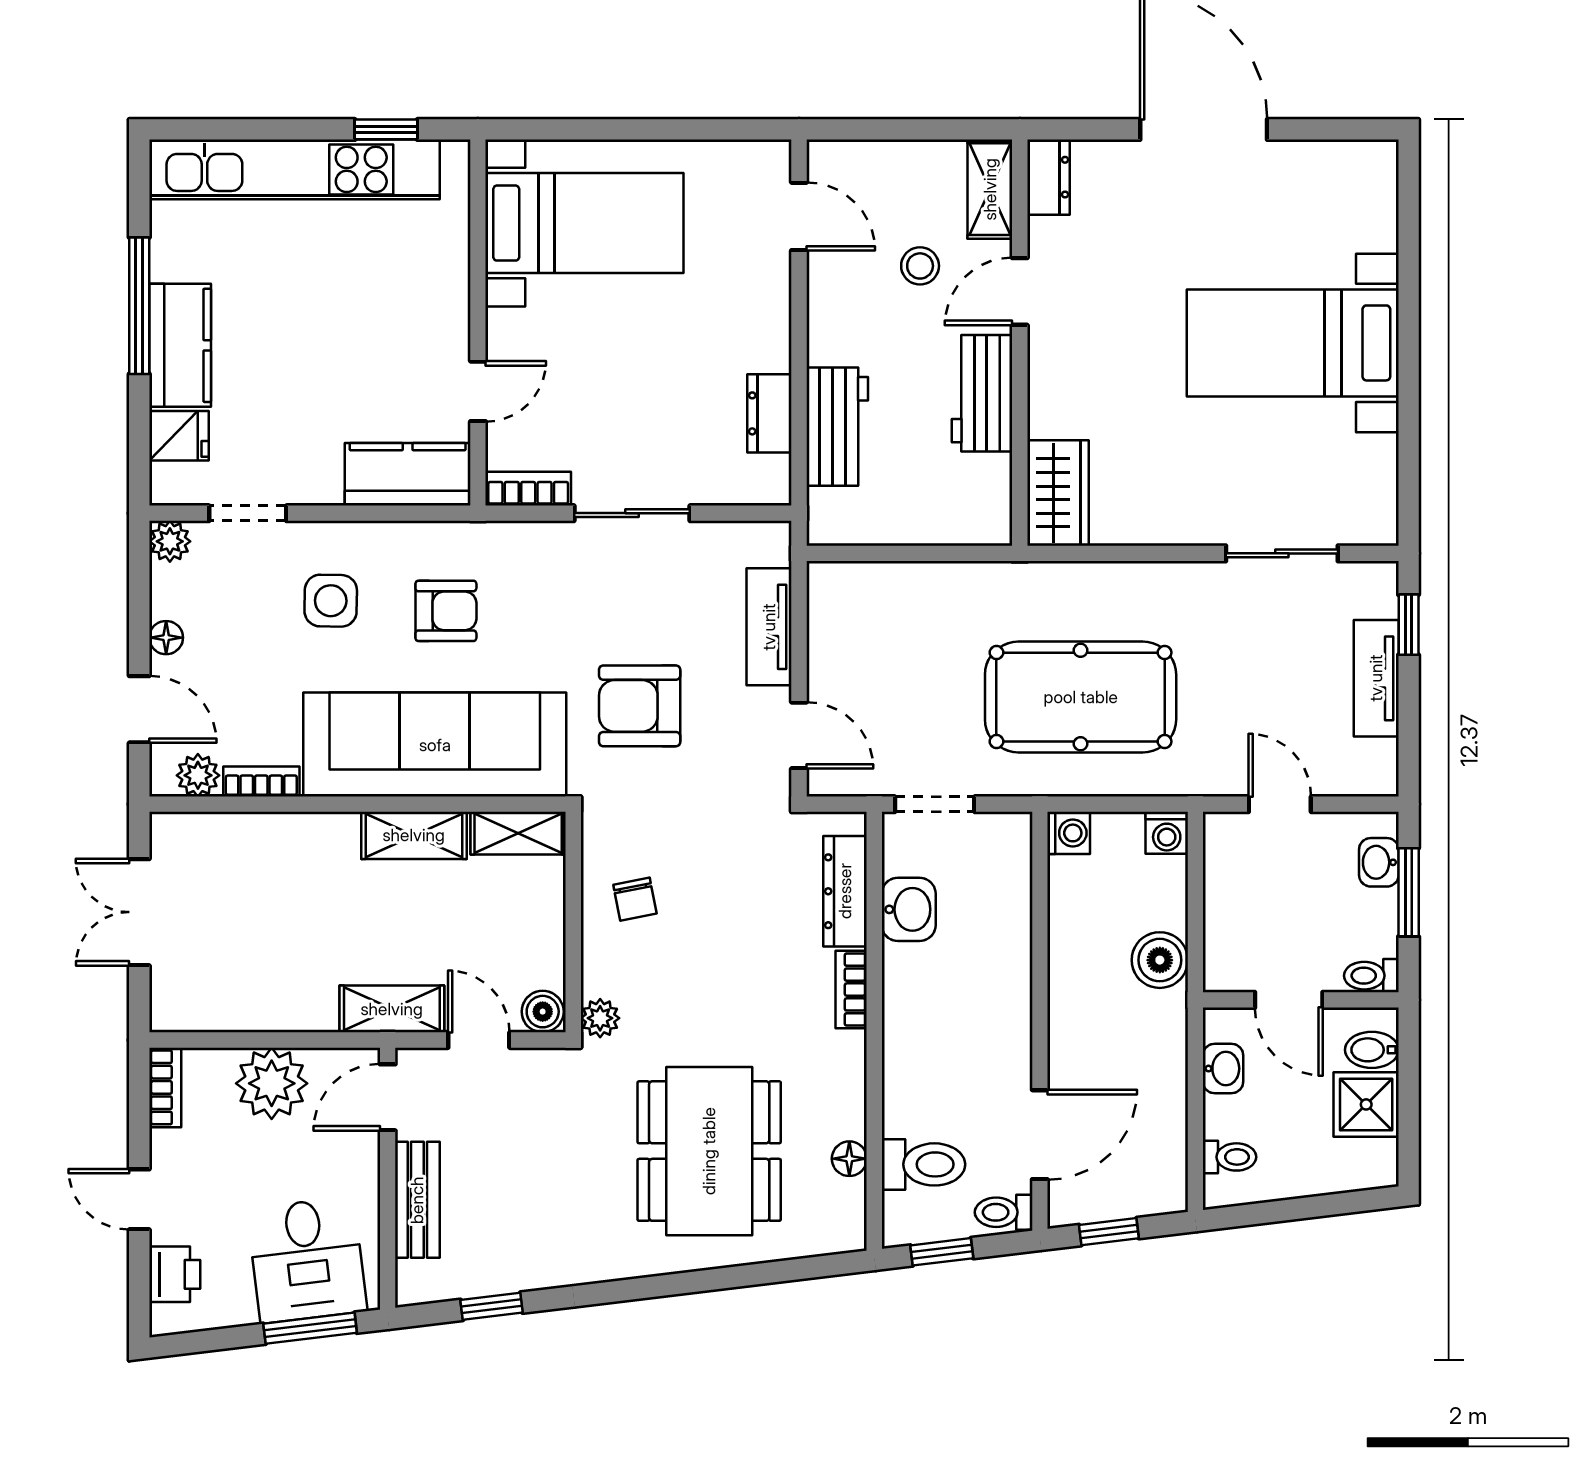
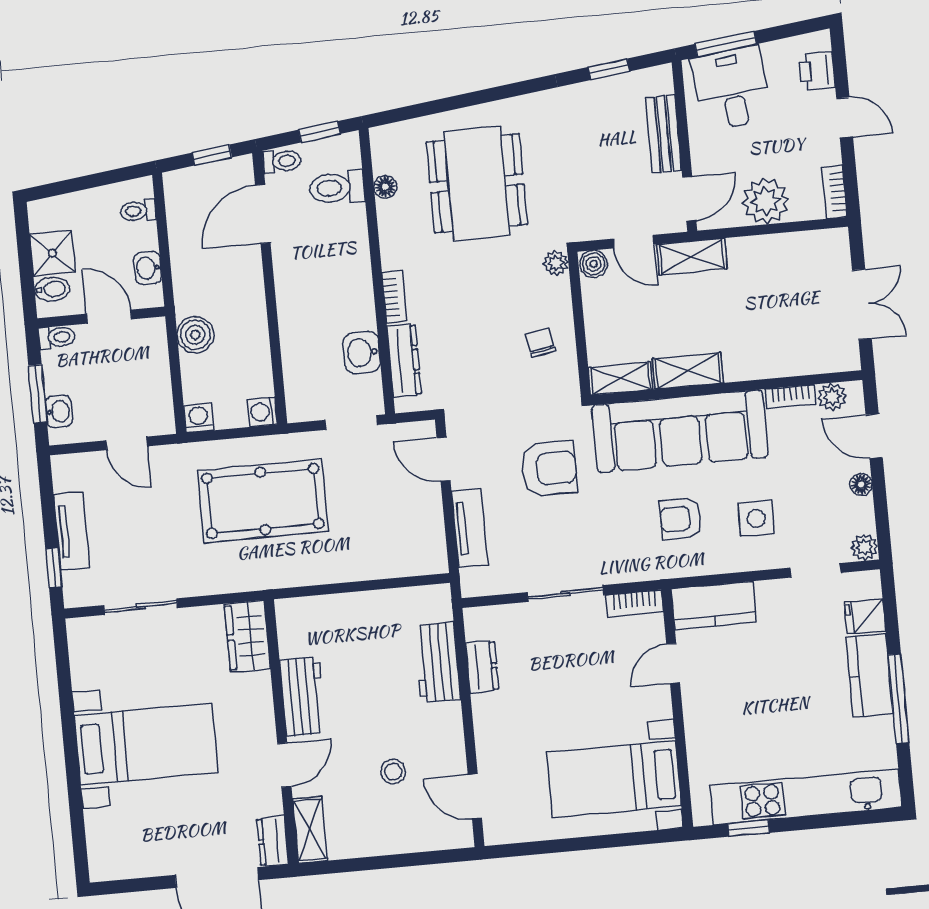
dresser: (1048, 177) -> (273, 841), moved
shelving: (990, 189) -> (310, 830), moved
door: (1020, 291) -> (284, 765), moved
wall: (1020, 343) -> (281, 732), moved
workbench: (982, 393) -> (303, 697), moved
wardrobe: (1058, 493) -> (247, 636), moved

